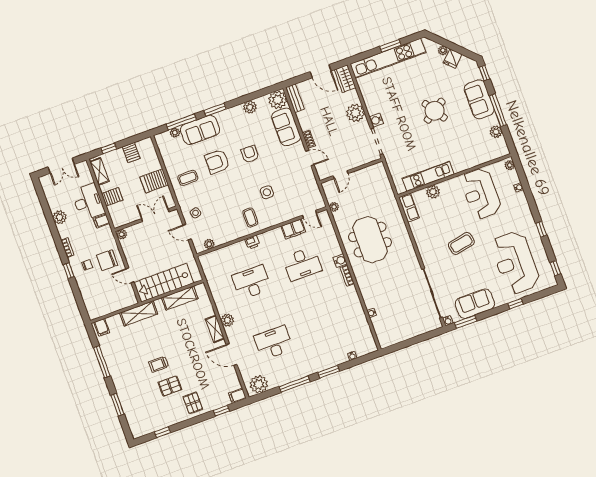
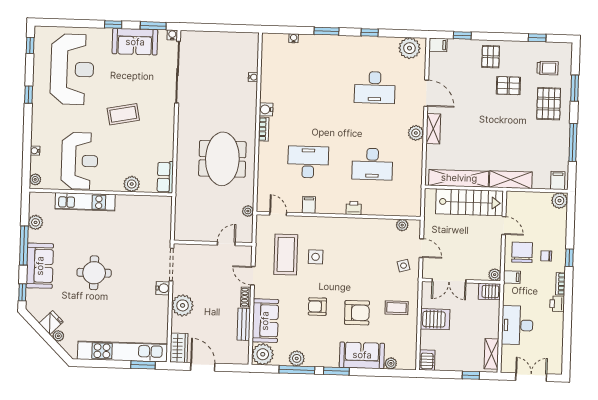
window: (390, 46) -> (143, 365), moved
bench: (295, 98) -> (244, 324), moved
round table: (435, 111) -> (94, 273), turned 33
window: (181, 122) -> (297, 370), moved
server rack: (131, 153) -> (427, 360), moved
armchair: (250, 154) -> (317, 307), turned 90
kitchen unit: (428, 176) -> (85, 202), moved
server rack: (112, 197) -> (489, 292), moved
plant: (60, 217) -> (559, 201), moved
coffee table: (250, 218) -> (286, 255), moved, width x1.86, depth x1.72
filing cabinet: (101, 221) -> (512, 277), moved
filing cabinet: (293, 229) -> (309, 205), width x0.50
printer: (64, 231) -> (557, 304), added
chair: (107, 260) -> (522, 252), turned -90
water cooler: (340, 261) -> (266, 109), moved
shelving: (180, 298) -> (459, 178), width x1.47
window: (515, 304) -> (113, 24), moved
trolley: (159, 364) -> (548, 68), moved
pallet: (133, 384) -> (549, 104), added
window: (295, 384) -> (370, 33), width x0.46

